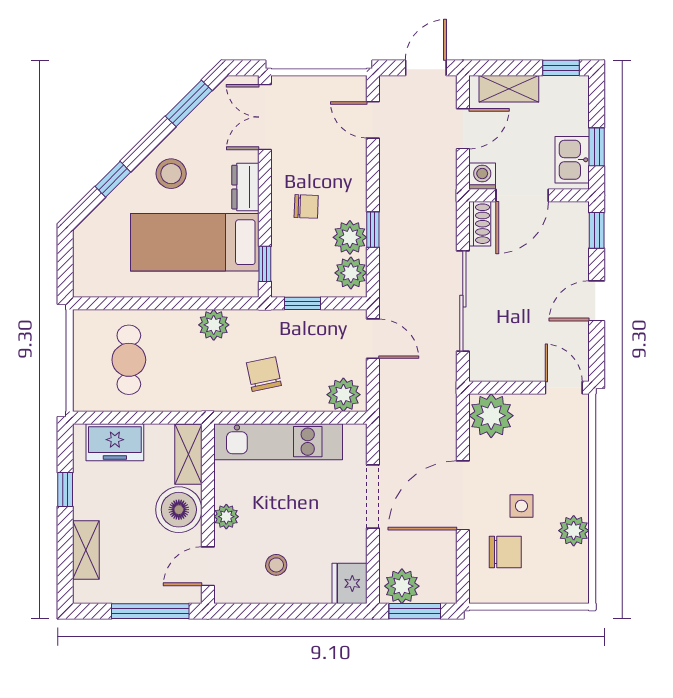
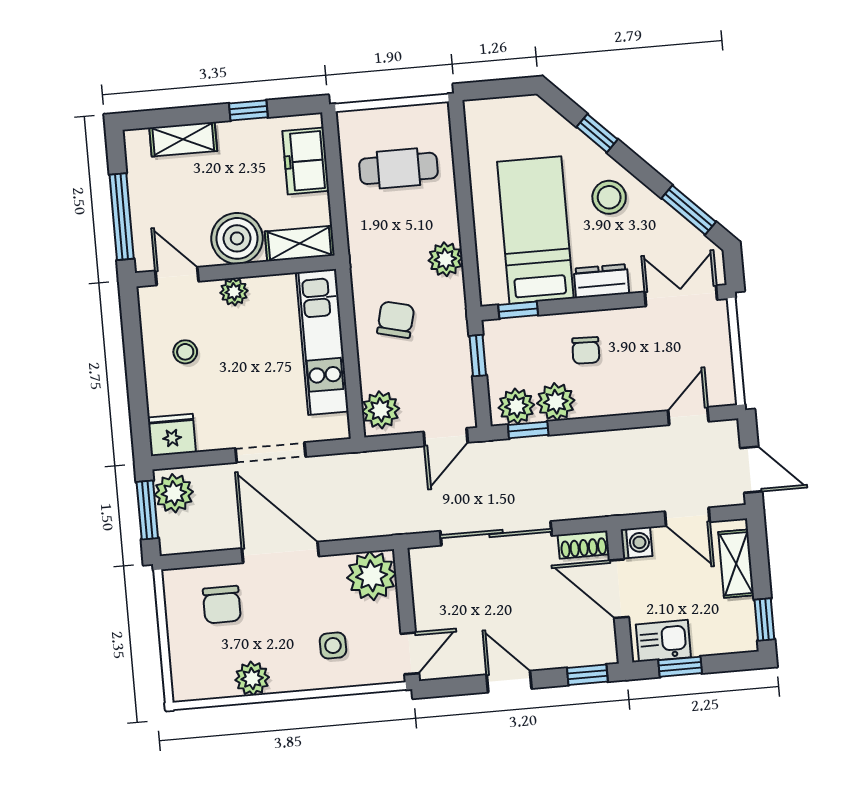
window: (373, 230) -> (528, 430), moved
chair: (264, 374) -> (396, 320), turned -64
side table: (521, 506) -> (333, 646), moved

